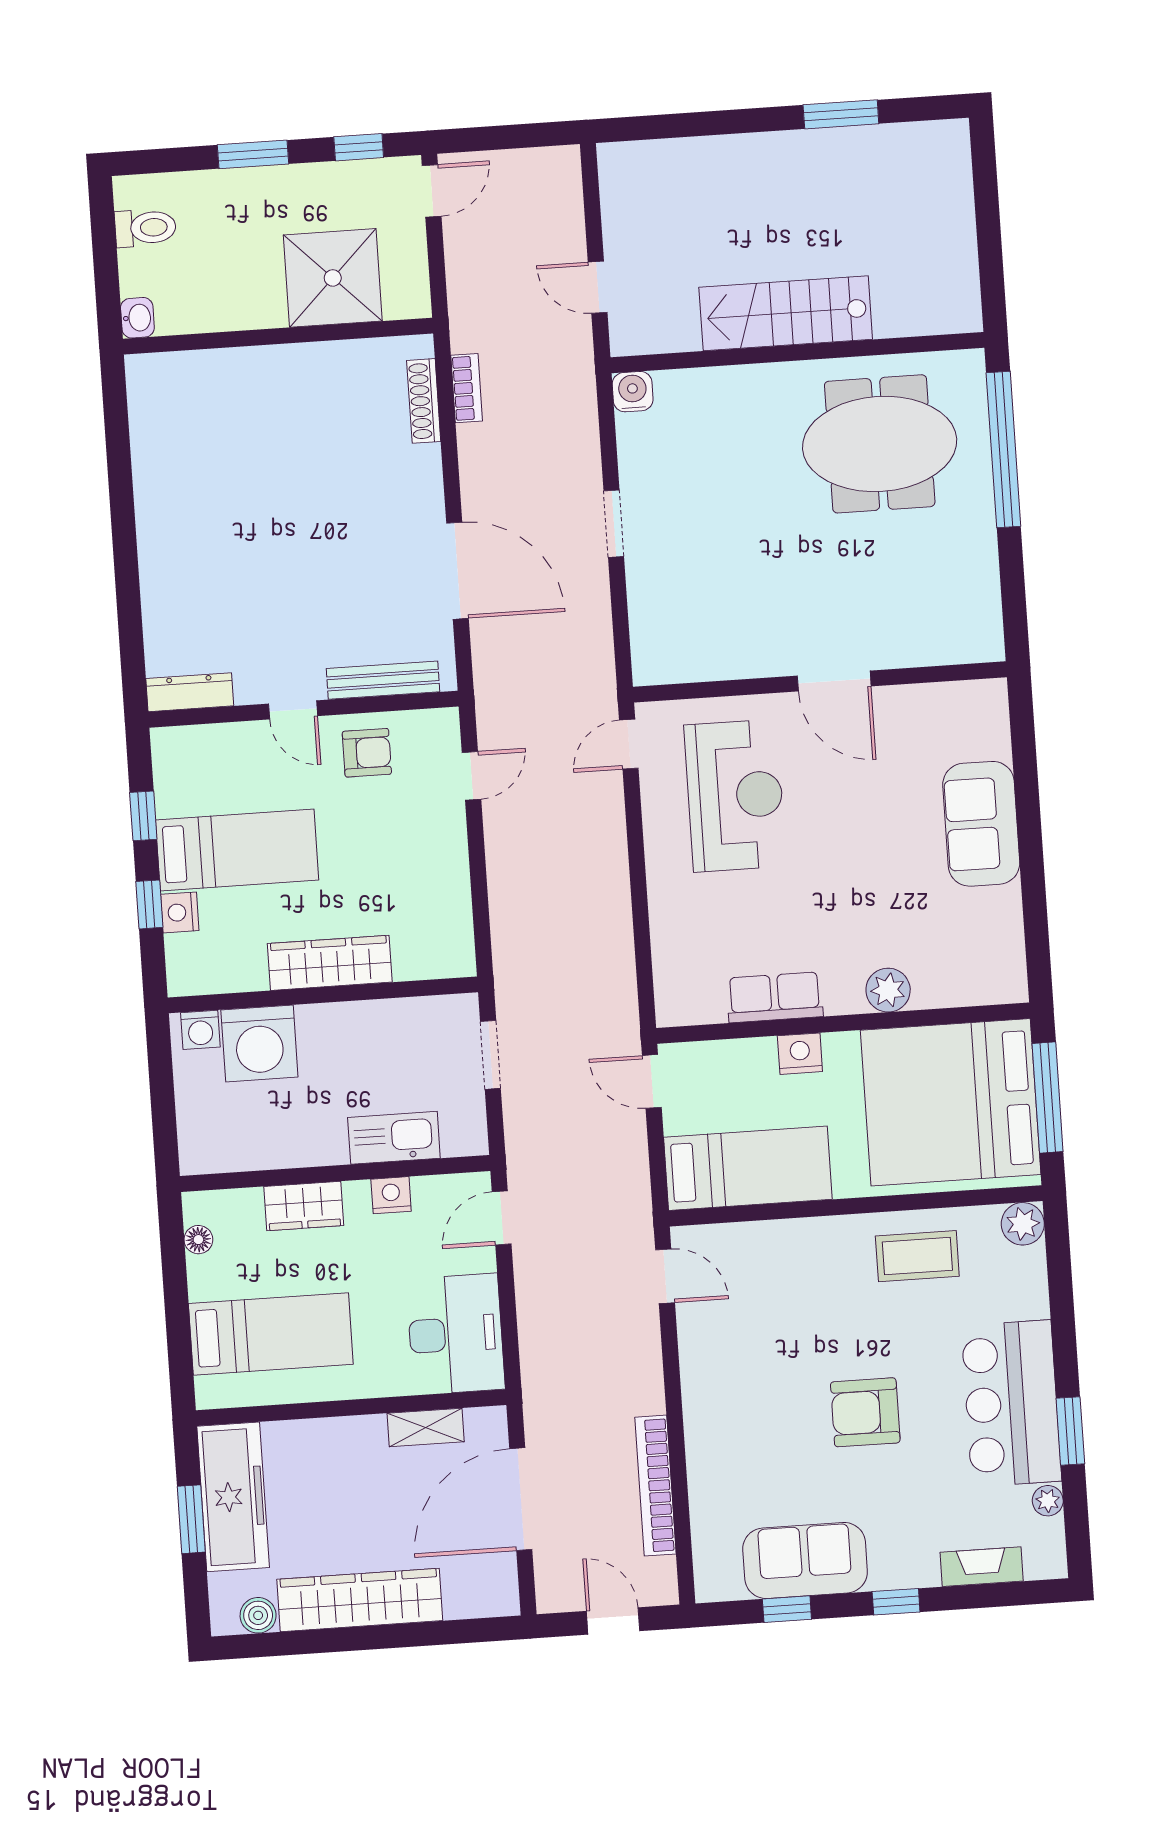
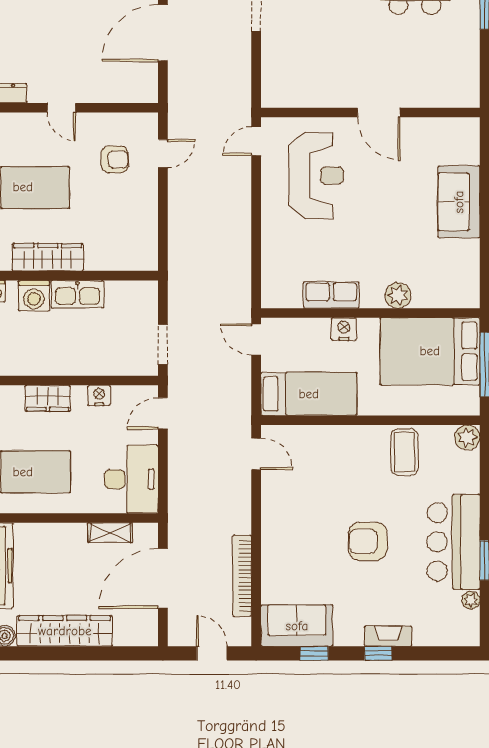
door: (457, 571) -> (163, 33), swing flipped
bench: (383, 680) -> (115, 94), removed
armchair: (367, 753) -> (115, 159), moved
wardrobe: (330, 963) -> (48, 257), moved
washing machine: (259, 1043) -> (34, 296), width x0.73, depth x0.73
doorway: (490, 1055) -> (163, 344), moved
bed: (951, 1102) -> (430, 351), width x0.73
kitchen sink: (394, 1138) -> (78, 294), moved, turned 180
coffee table: (917, 1256) -> (404, 452), turned 90
sofa: (805, 1560) -> (297, 626), moved
fireplace: (982, 1567) -> (388, 636), moved

